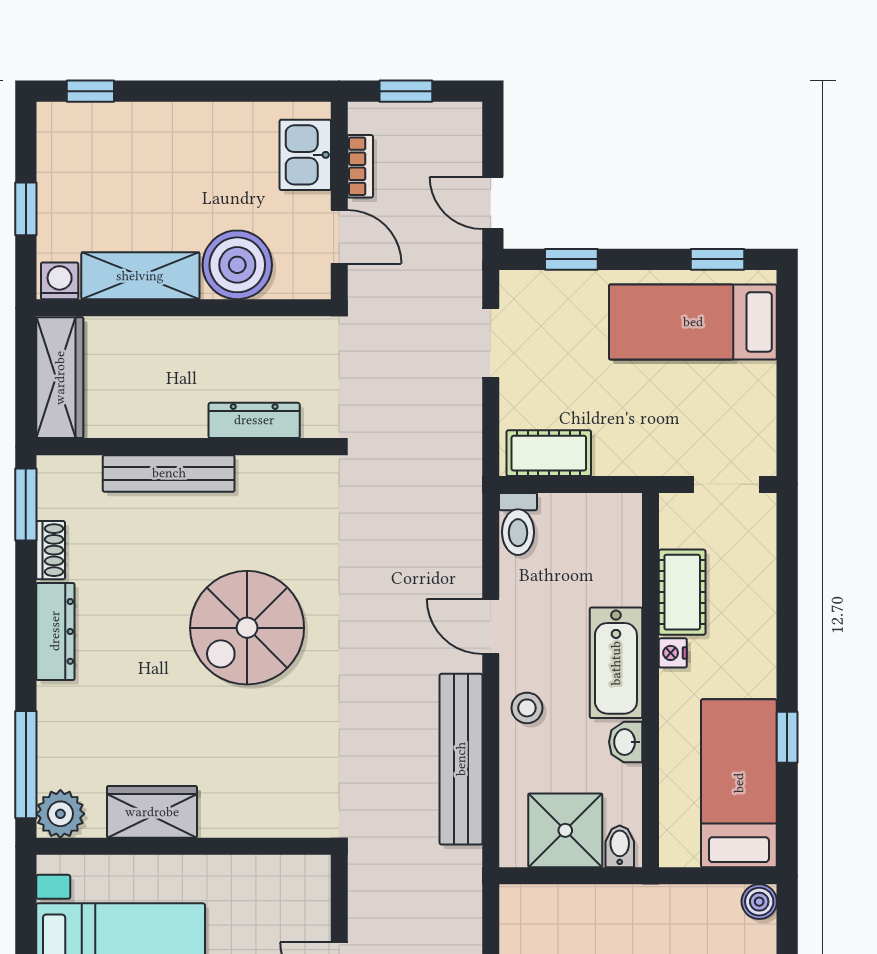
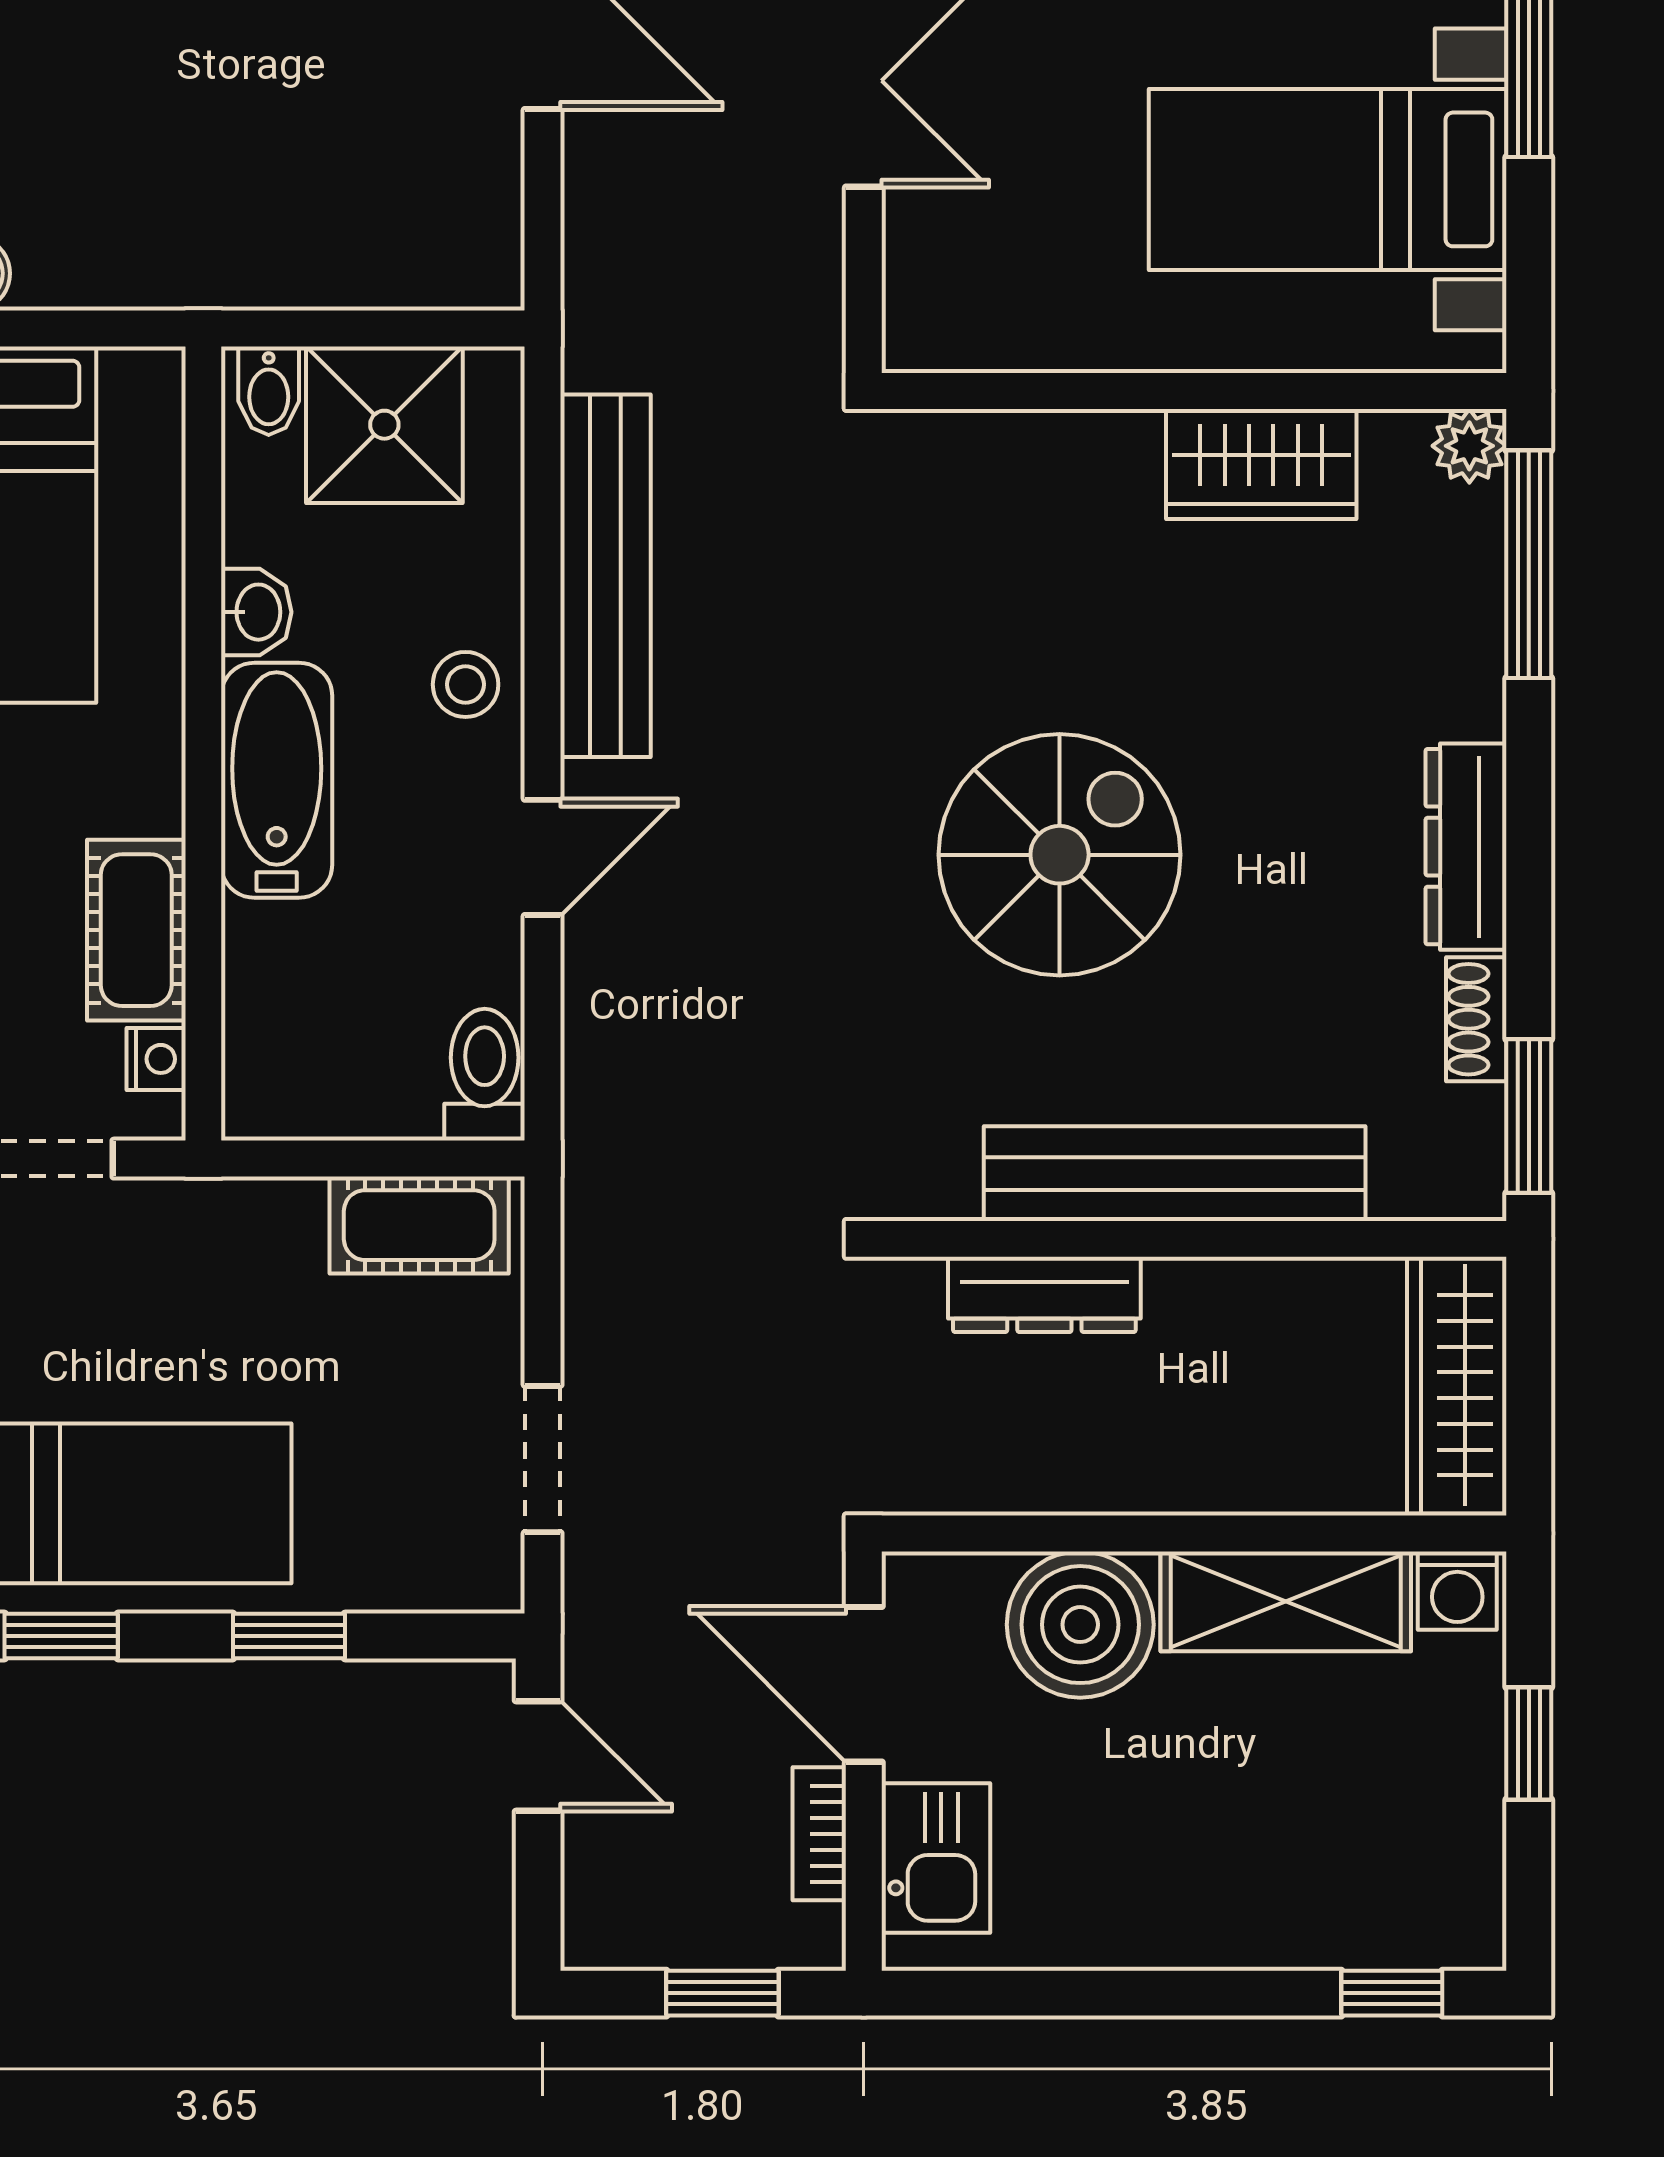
door: (339, 237) -> (864, 1684), width x1.38
window: (571, 259) -> (289, 1636), moved
bench: (169, 473) -> (1175, 1174), width x1.37, depth x1.21
door: (491, 626) -> (543, 857), hinge flipped
nightstand: (673, 653) -> (156, 1059), moved
plant: (60, 814) -> (1469, 446), width x0.73, depth x0.73

